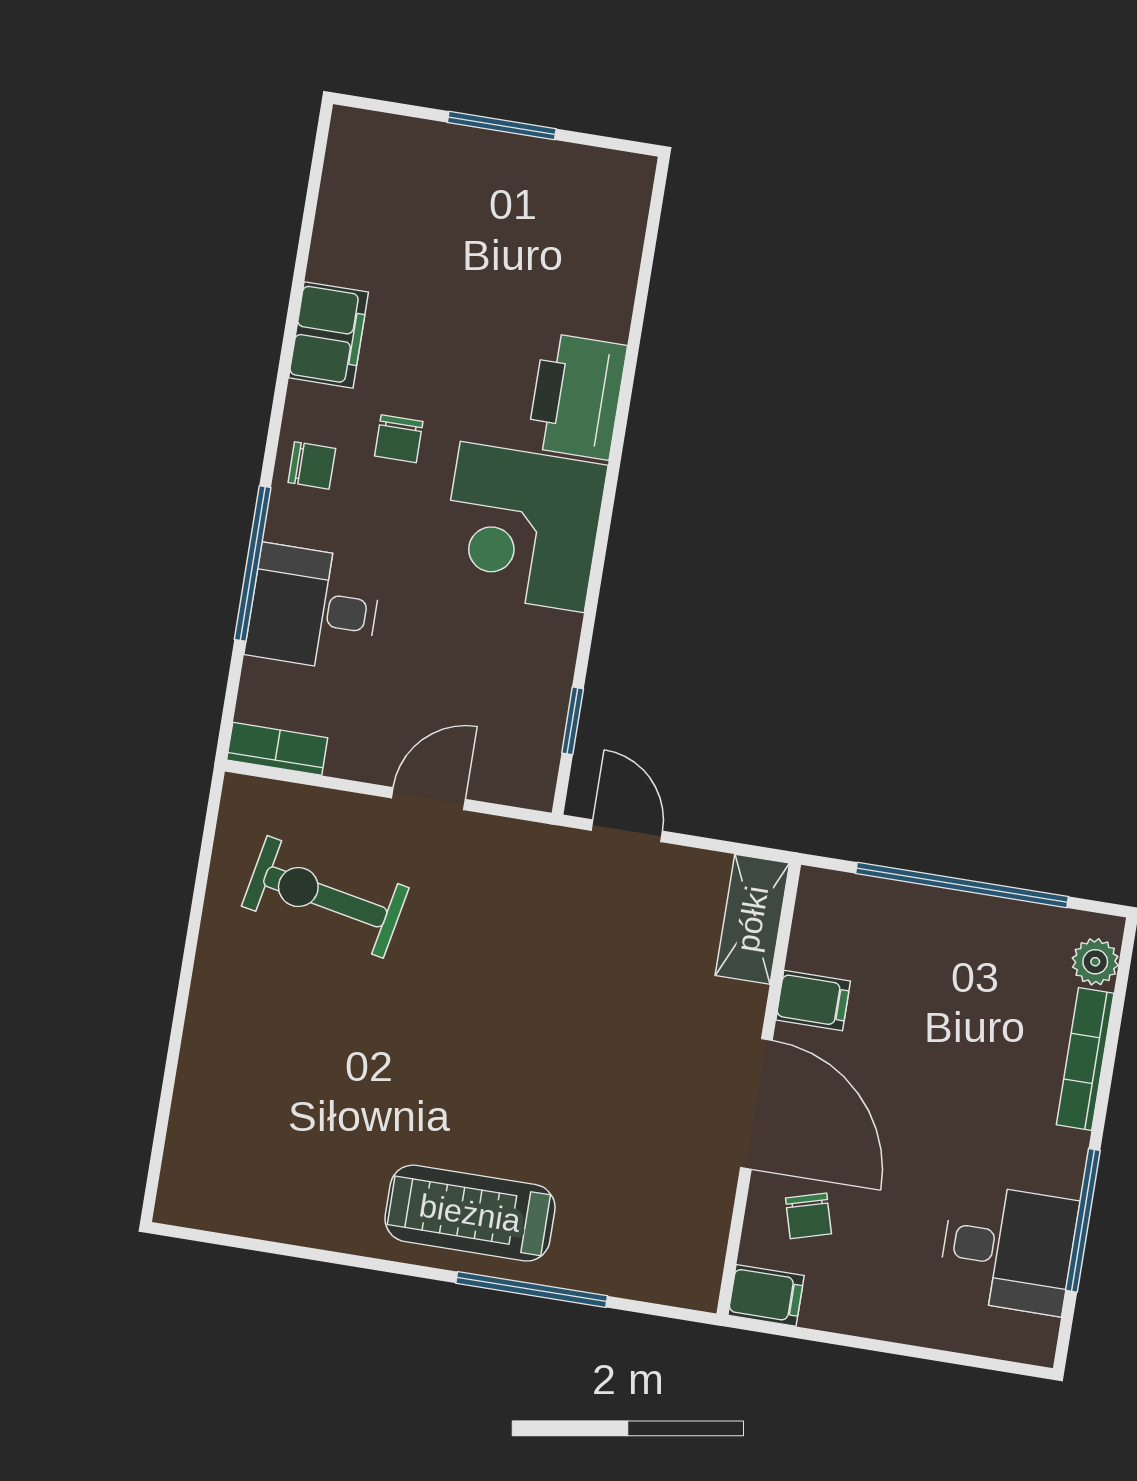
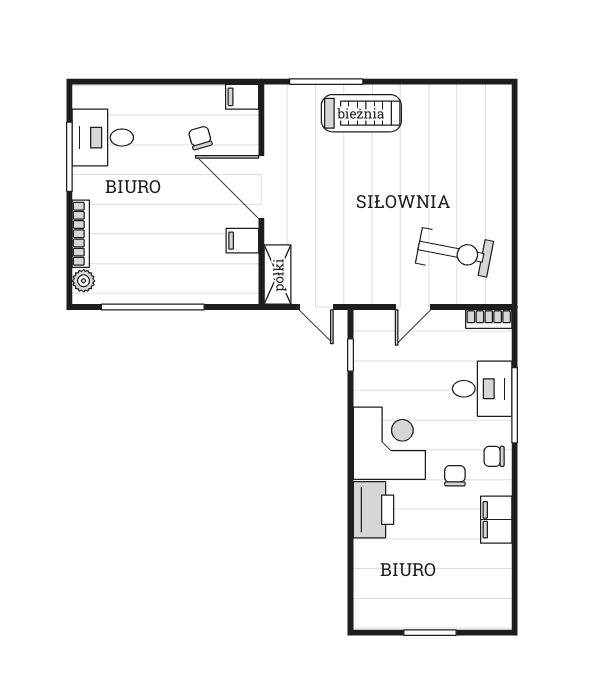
shelving: (752, 919) -> (278, 275), moved
filing cabinet: (813, 1001) -> (242, 241), moved
wall: (759, 1089) -> (261, 194), moved
door: (756, 1104) -> (261, 187), moved
filing cabinet: (766, 1295) -> (242, 97), moved

